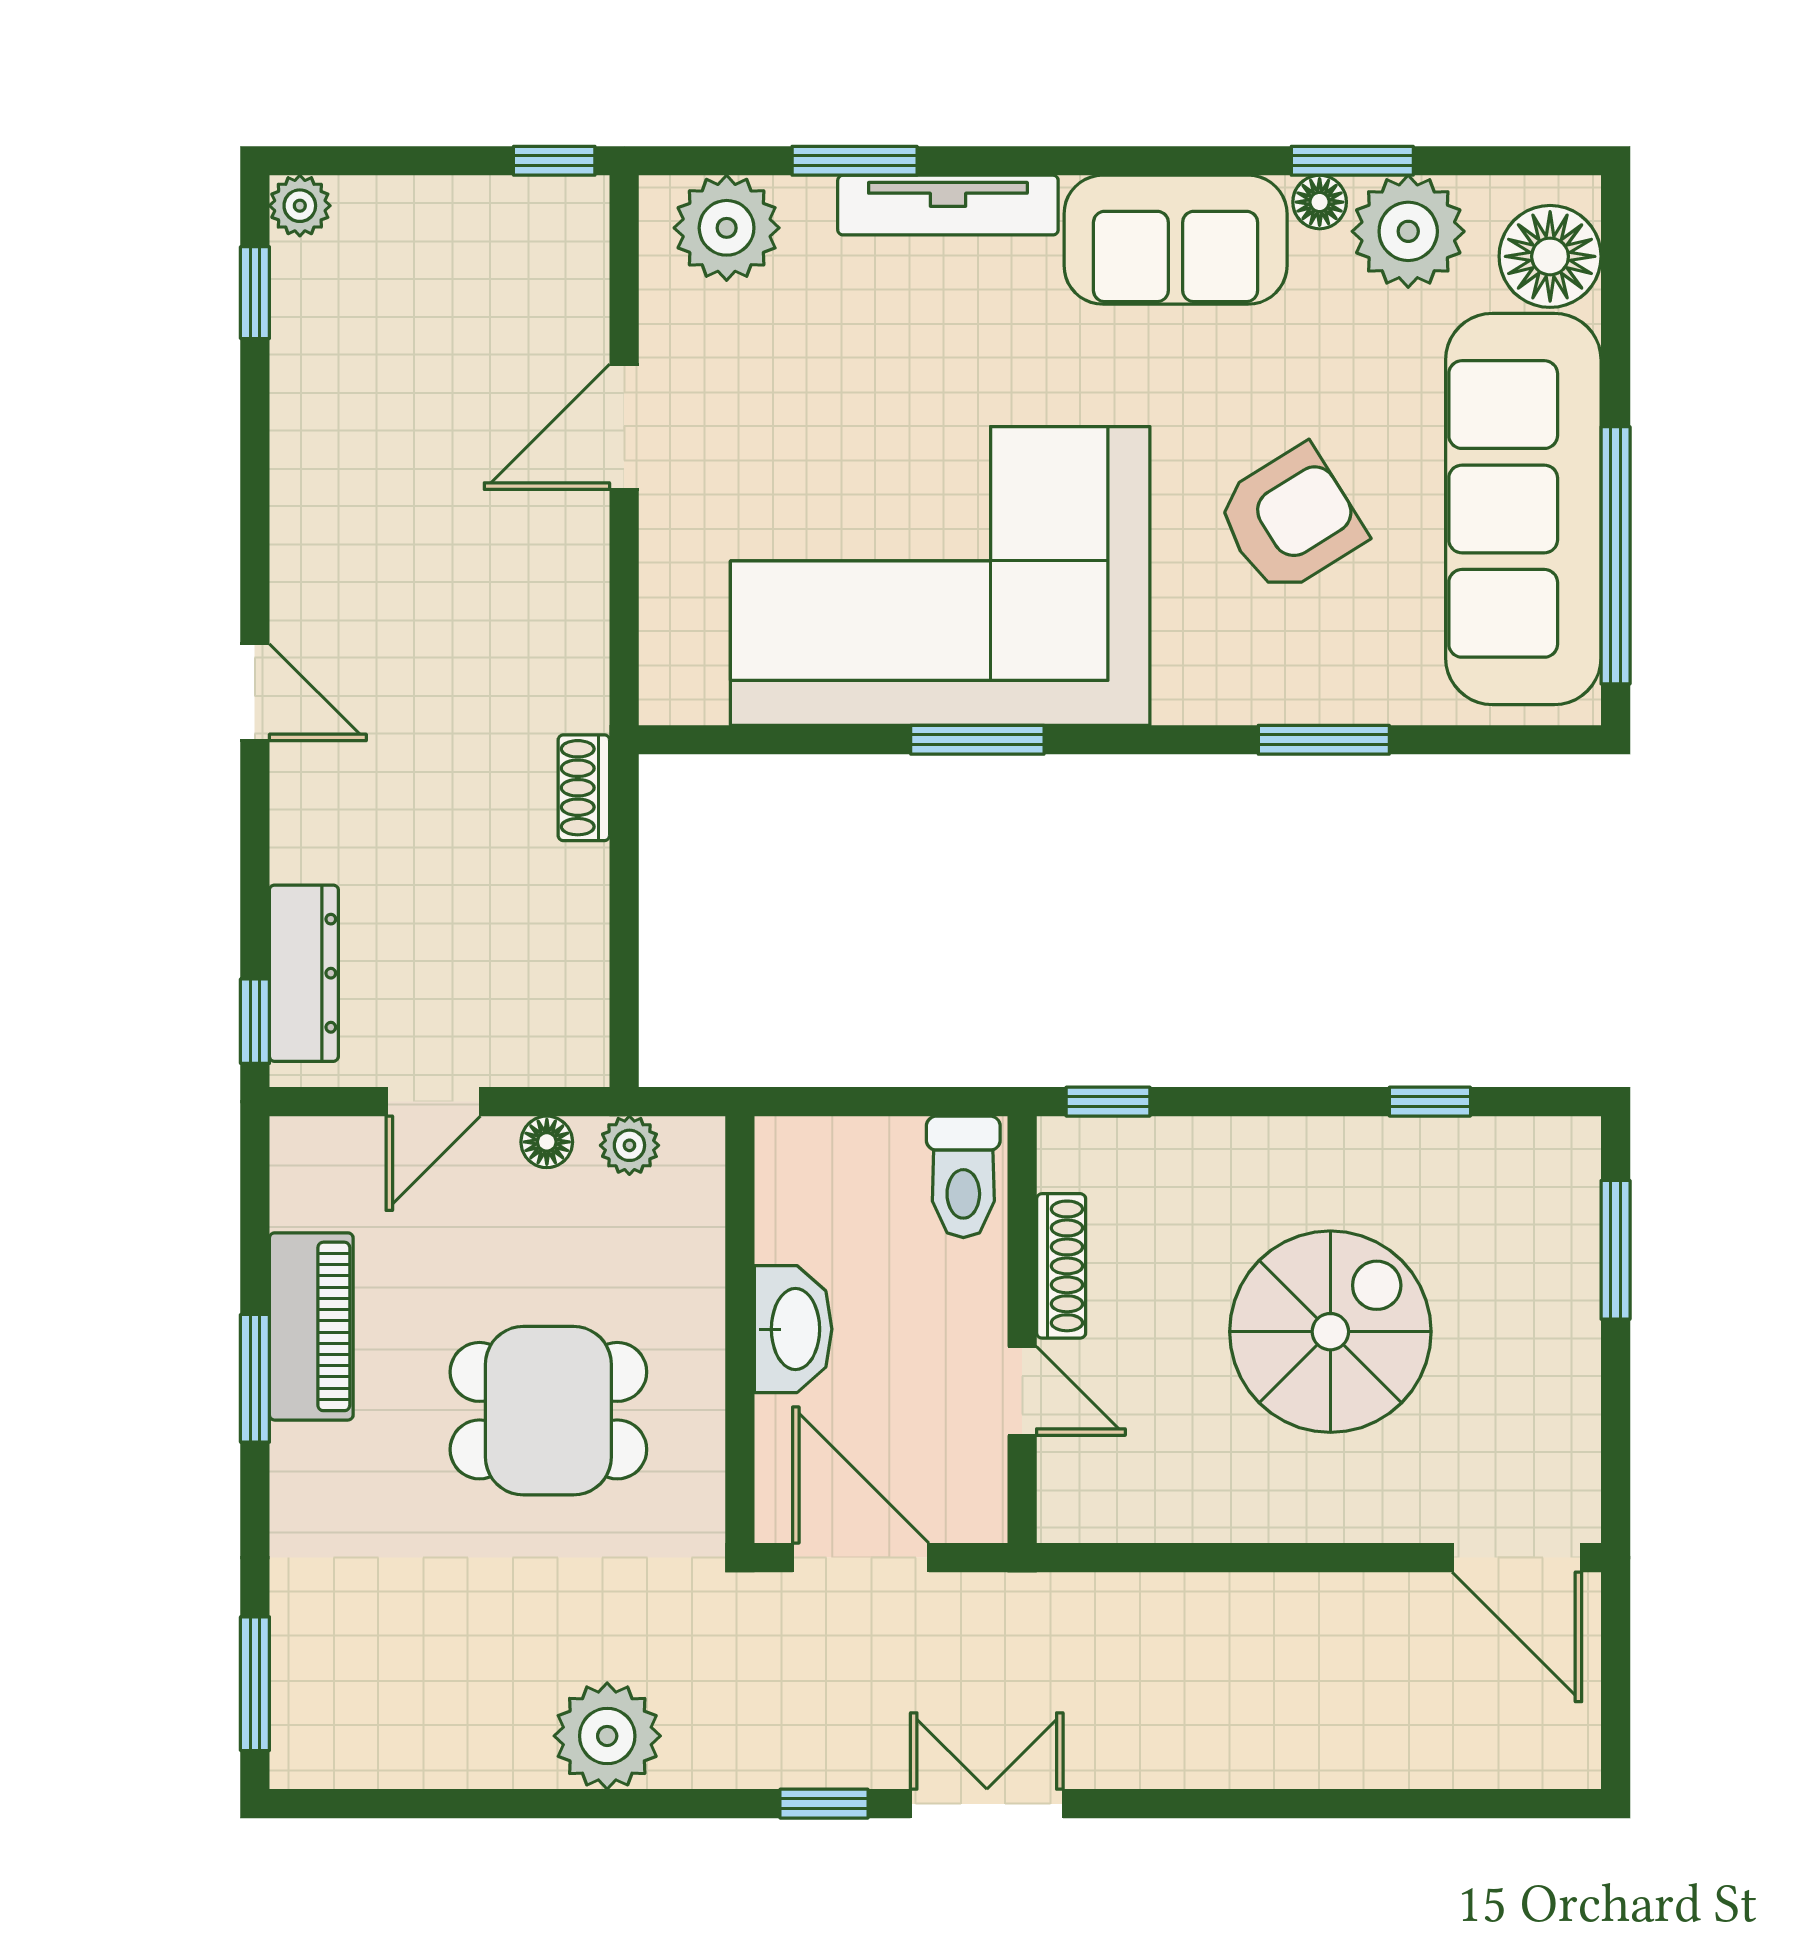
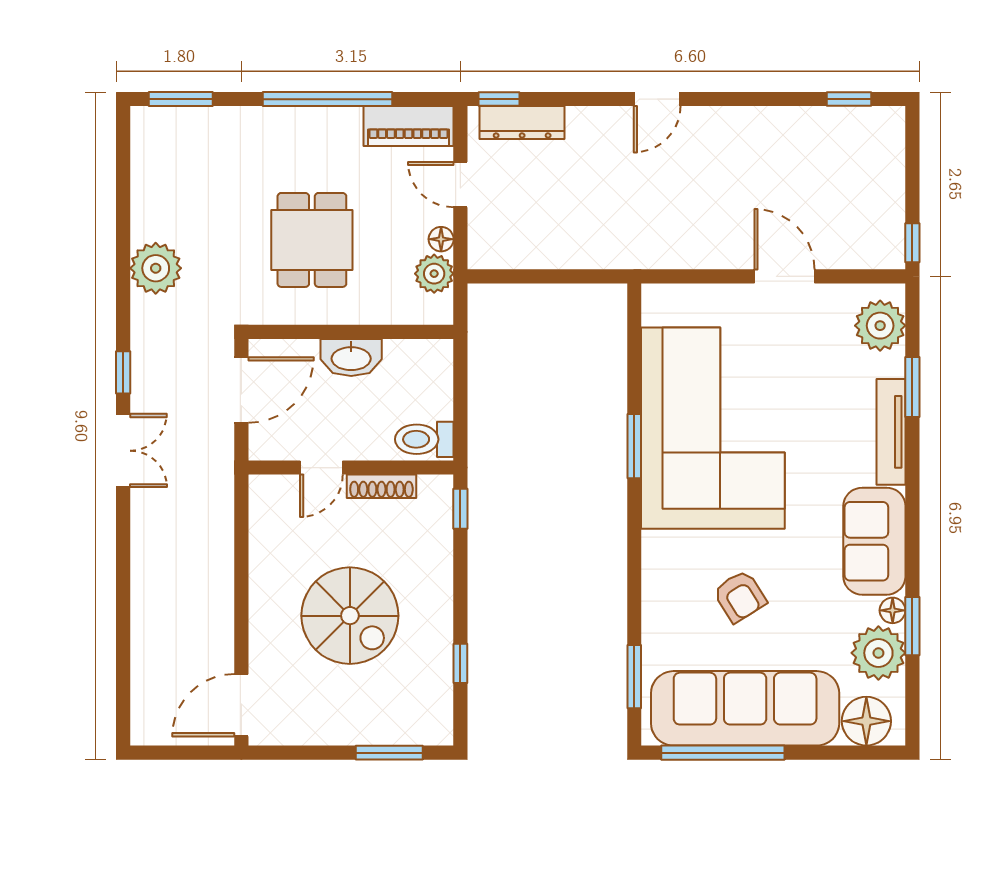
plant: (300, 206) -> (891, 121), removed
armchair: (1290, 520) -> (740, 596), width x0.72, depth x0.72
window: (1324, 740) -> (634, 677), moved
shoe rack: (584, 788) -> (611, 257), removed
plant: (629, 1145) -> (434, 274), width x1.38, depth x1.38
piano: (311, 1326) -> (408, 126), moved
window: (255, 1378) -> (327, 99), width x2.11

